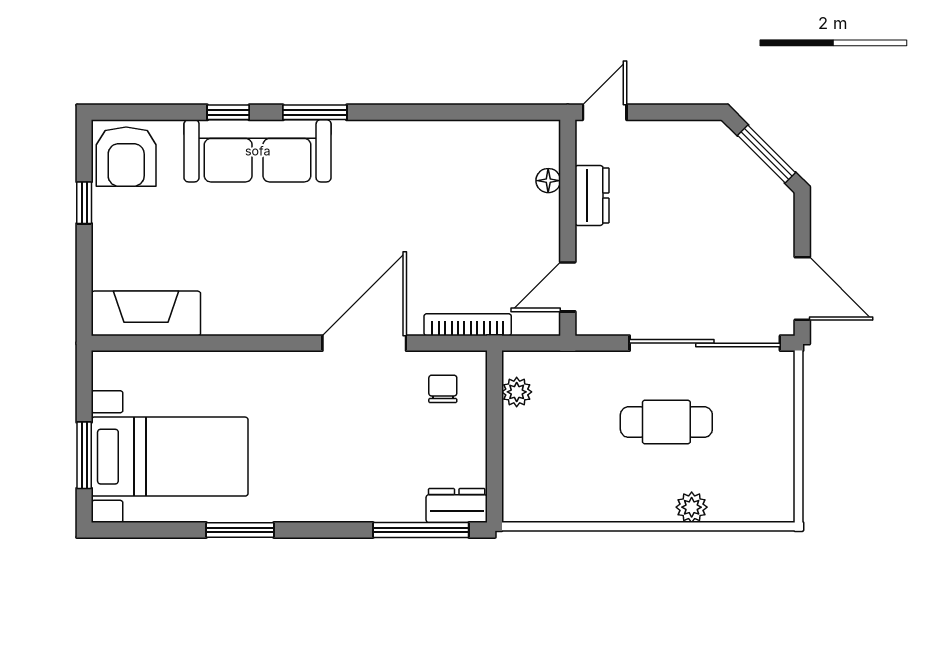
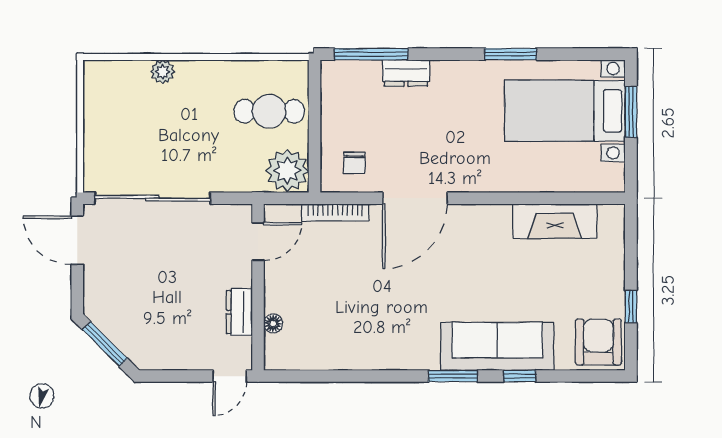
fireplace: (146, 313) -> (555, 221), moved
plant: (517, 392) -> (287, 171), width x1.87, depth x1.87
cafe table: (666, 422) -> (269, 111), moved
dresser: (457, 506) -> (406, 73), moved

